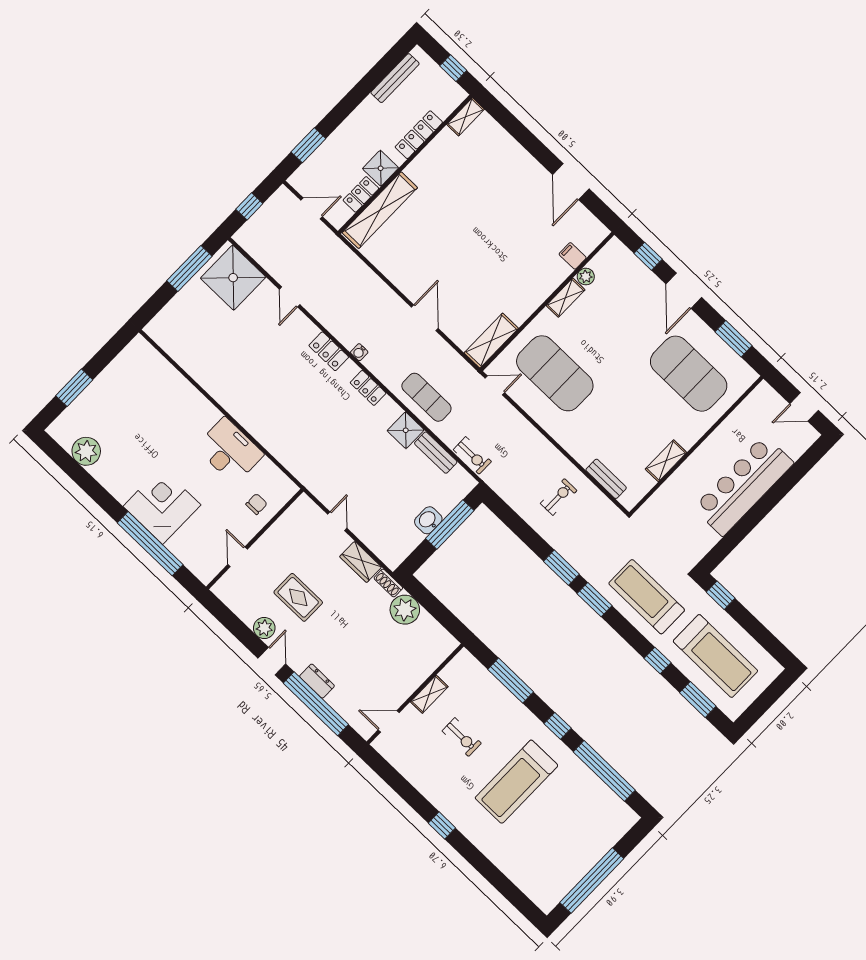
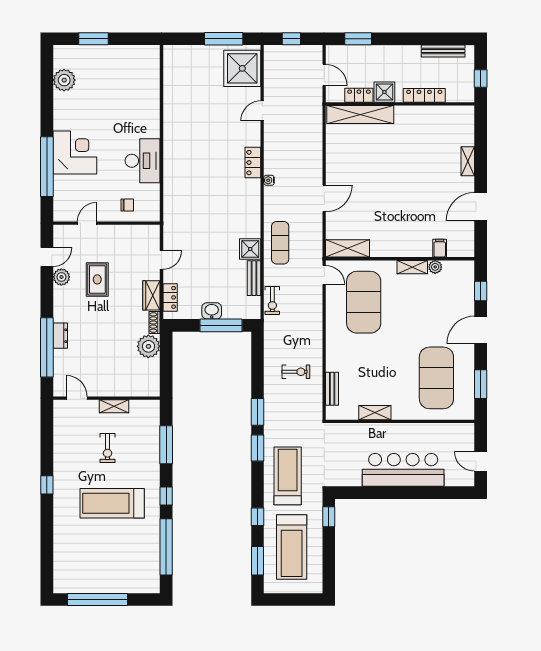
shelving: (466, 117) -> (468, 161), moved, turned 90
locker: (368, 388) -> (170, 297), moved, turned 180
door: (272, 661) -> (47, 257), moved

